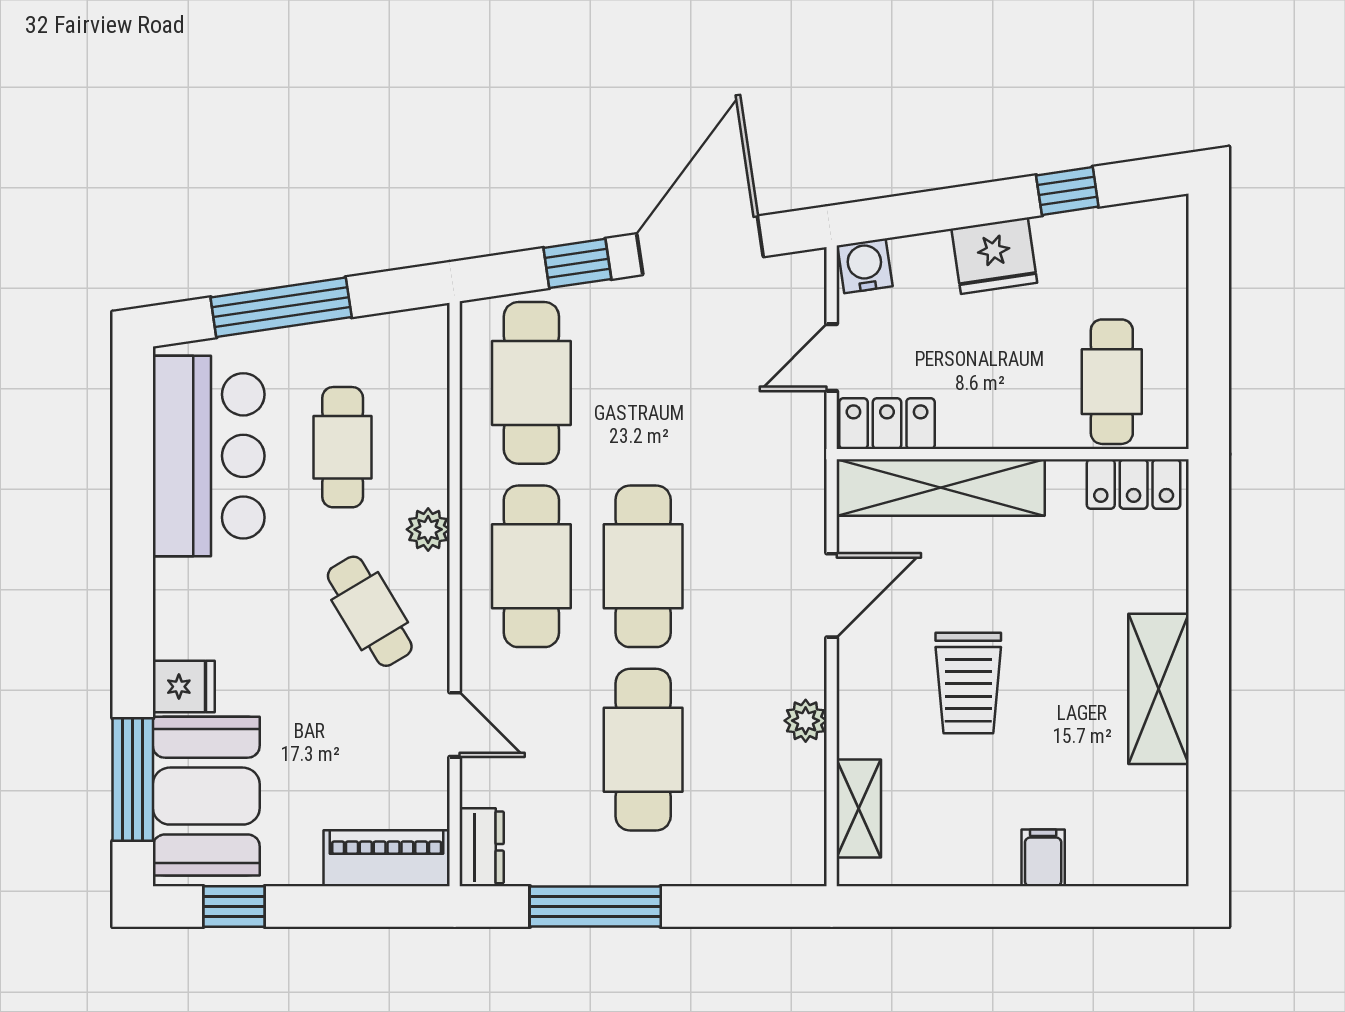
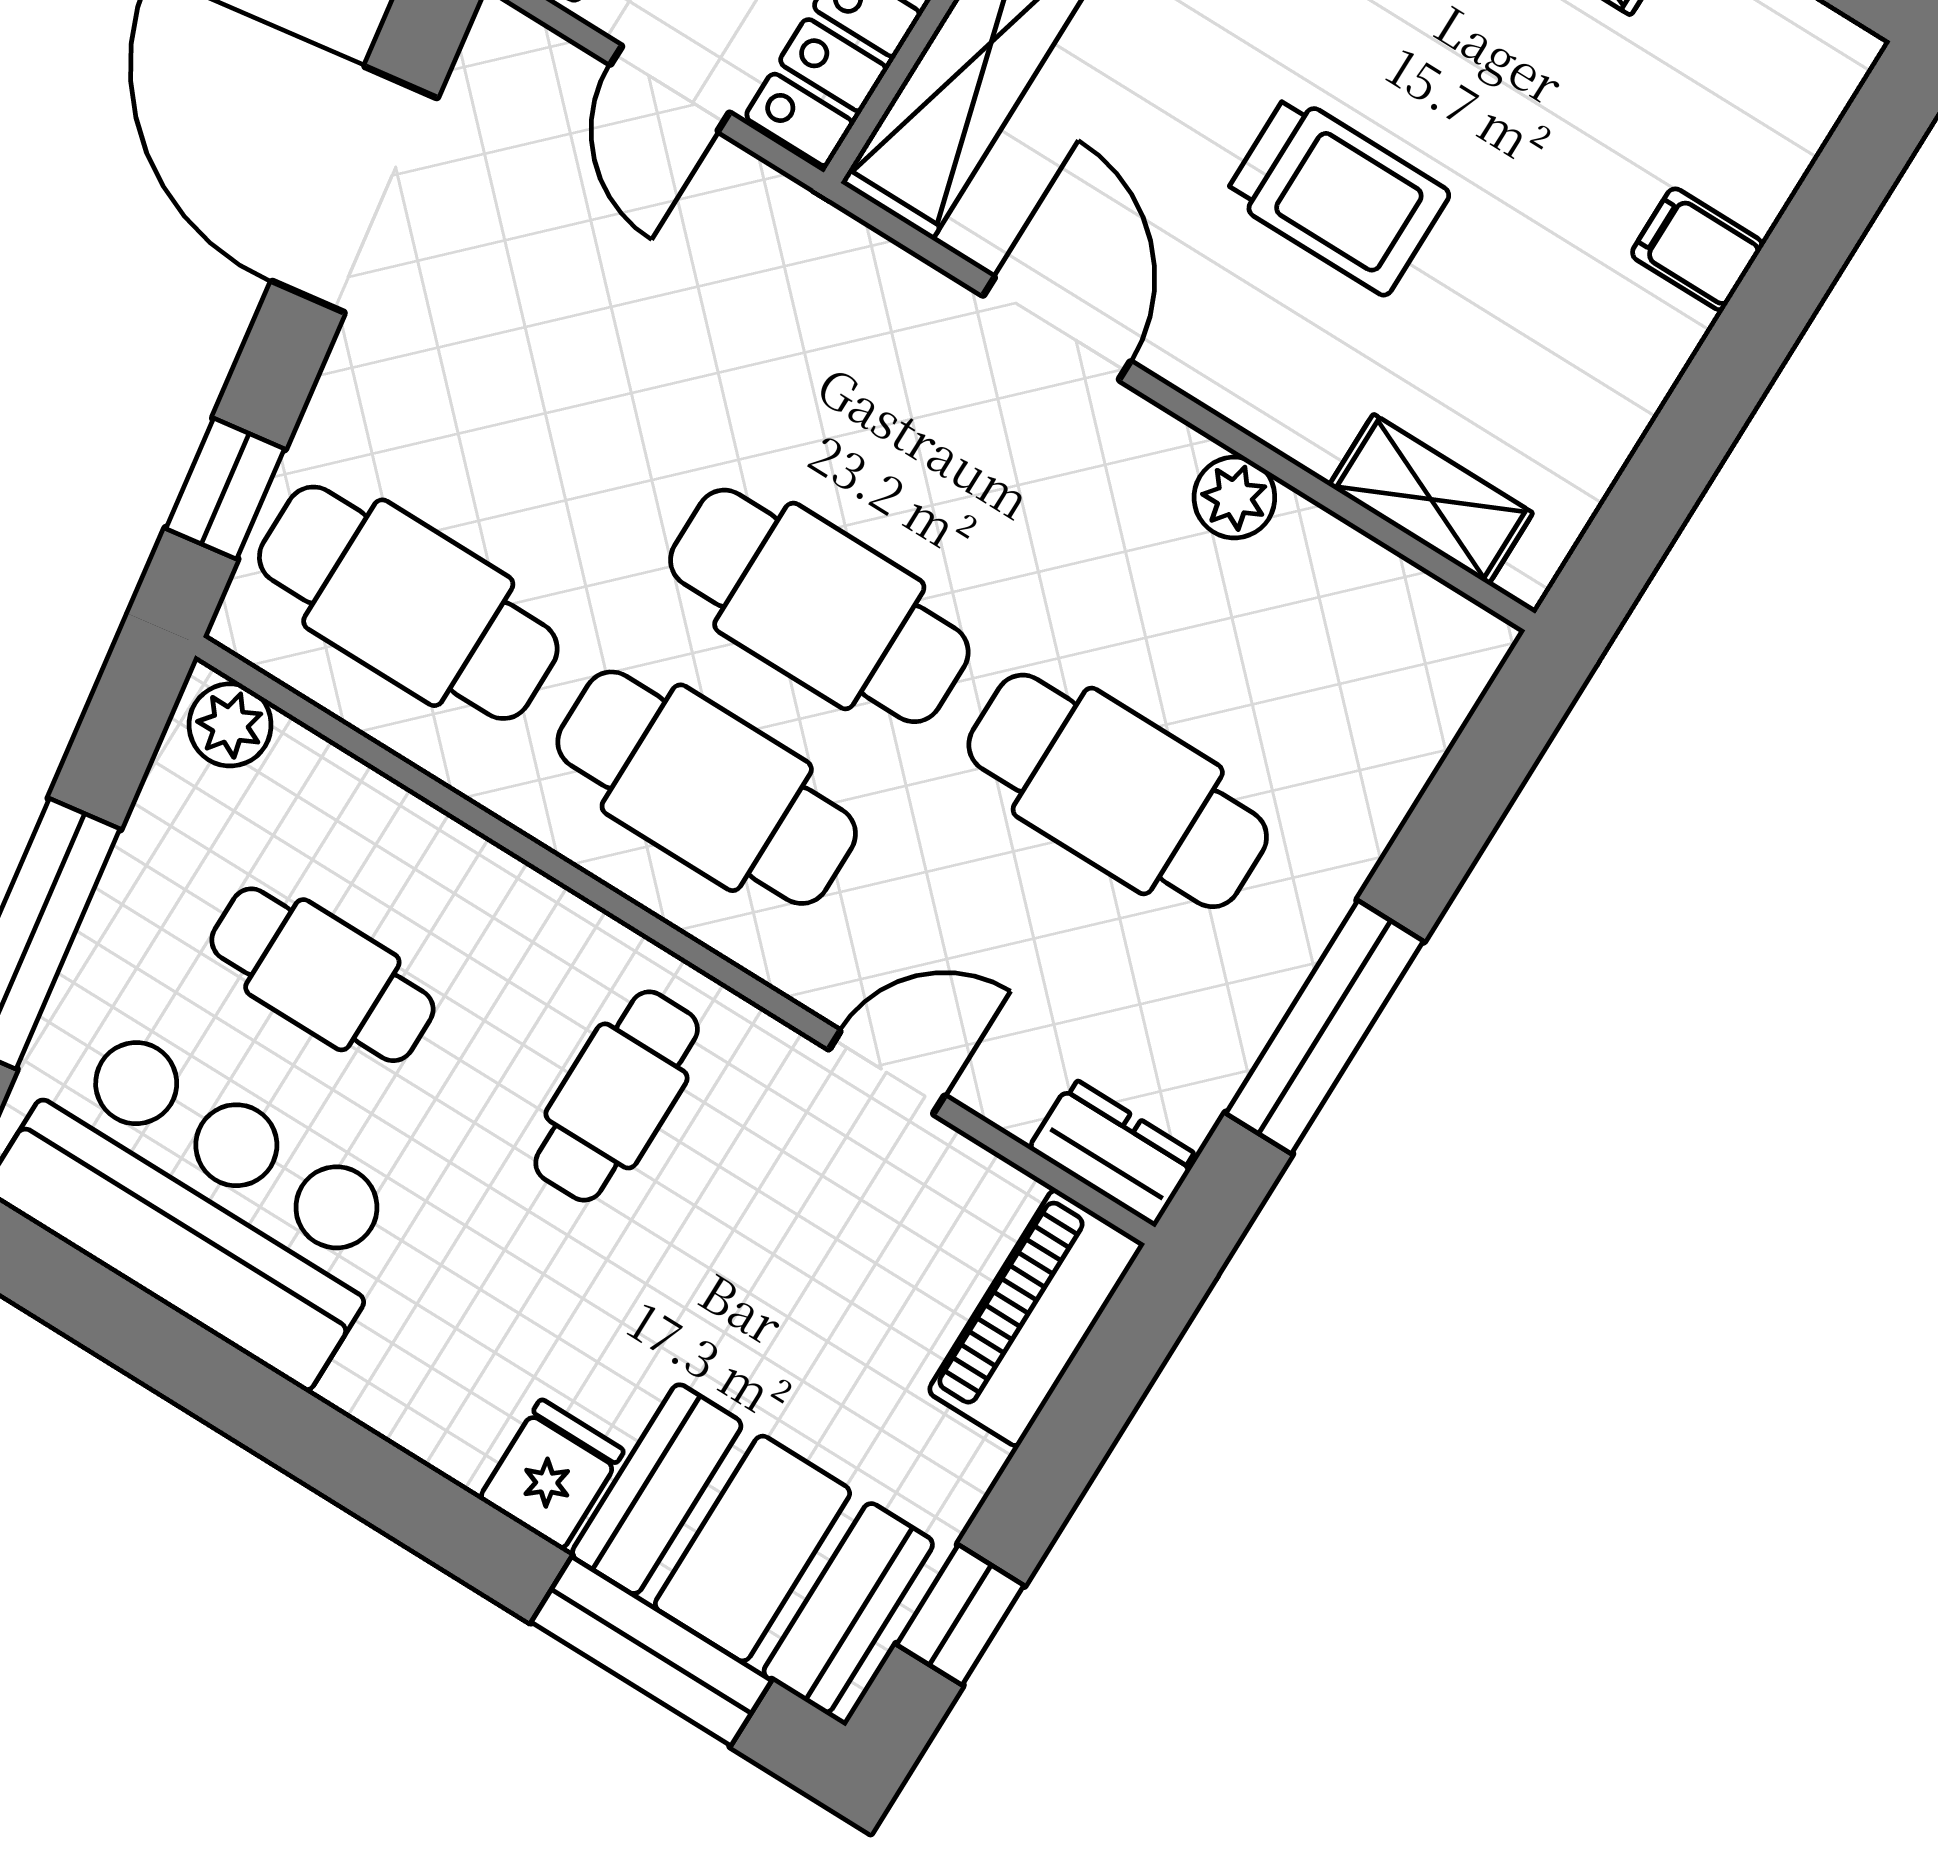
window: (577, 263) -> (225, 489), moved
plant: (428, 529) -> (230, 725), moved
cafe table: (370, 611) -> (617, 1096), turned -59

